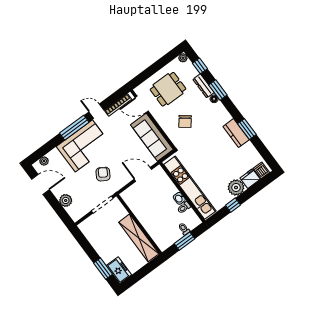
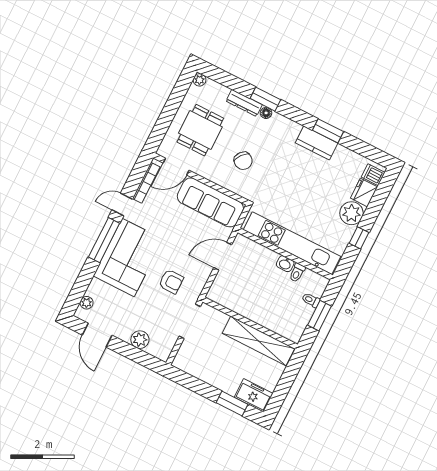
window: (200, 66) -> (227, 79), removed
armchair: (103, 174) -> (171, 282), turned 149
door: (41, 184) -> (97, 335), swing flipped

